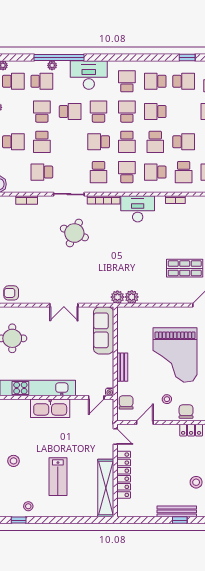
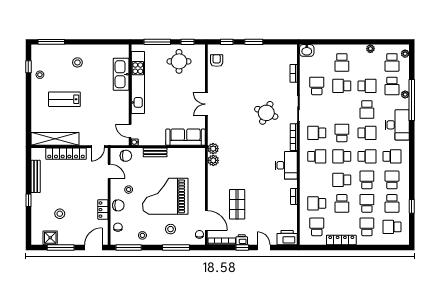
school desk: (155, 172) -> (367, 203), moved
kitchen sink: (50, 408) -> (121, 74), moved
bench: (177, 511) -> (36, 176), moved

